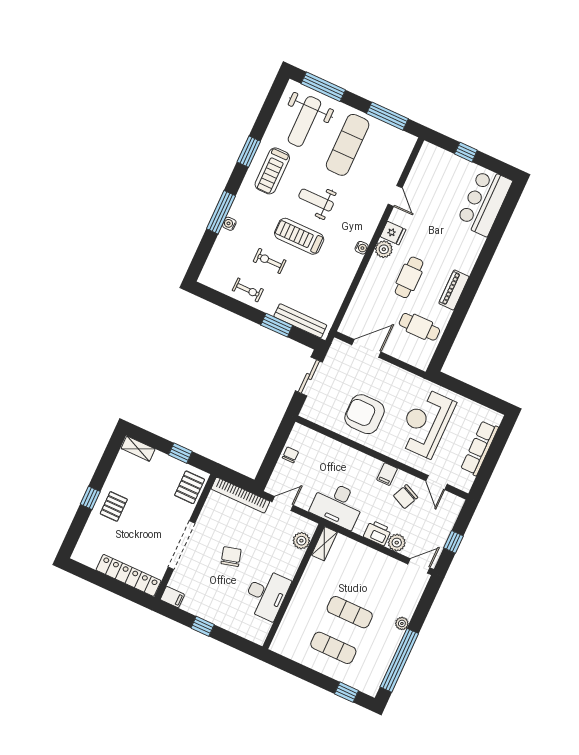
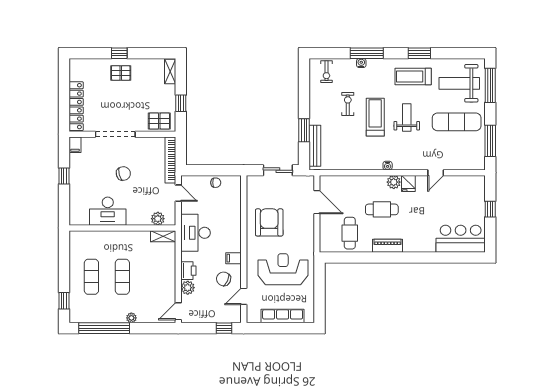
exercise bike: (248, 290) -> (326, 72), moved
window: (454, 542) -> (224, 328), moved
door: (419, 566) -> (178, 311), swing flipped

